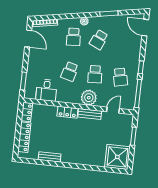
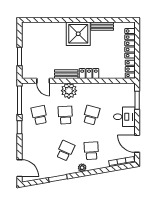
desk: (46, 90) -> (124, 117), moved, turned 90
door: (113, 110) -> (43, 81), hinge flipped
shower: (117, 157) -> (78, 34), moved

